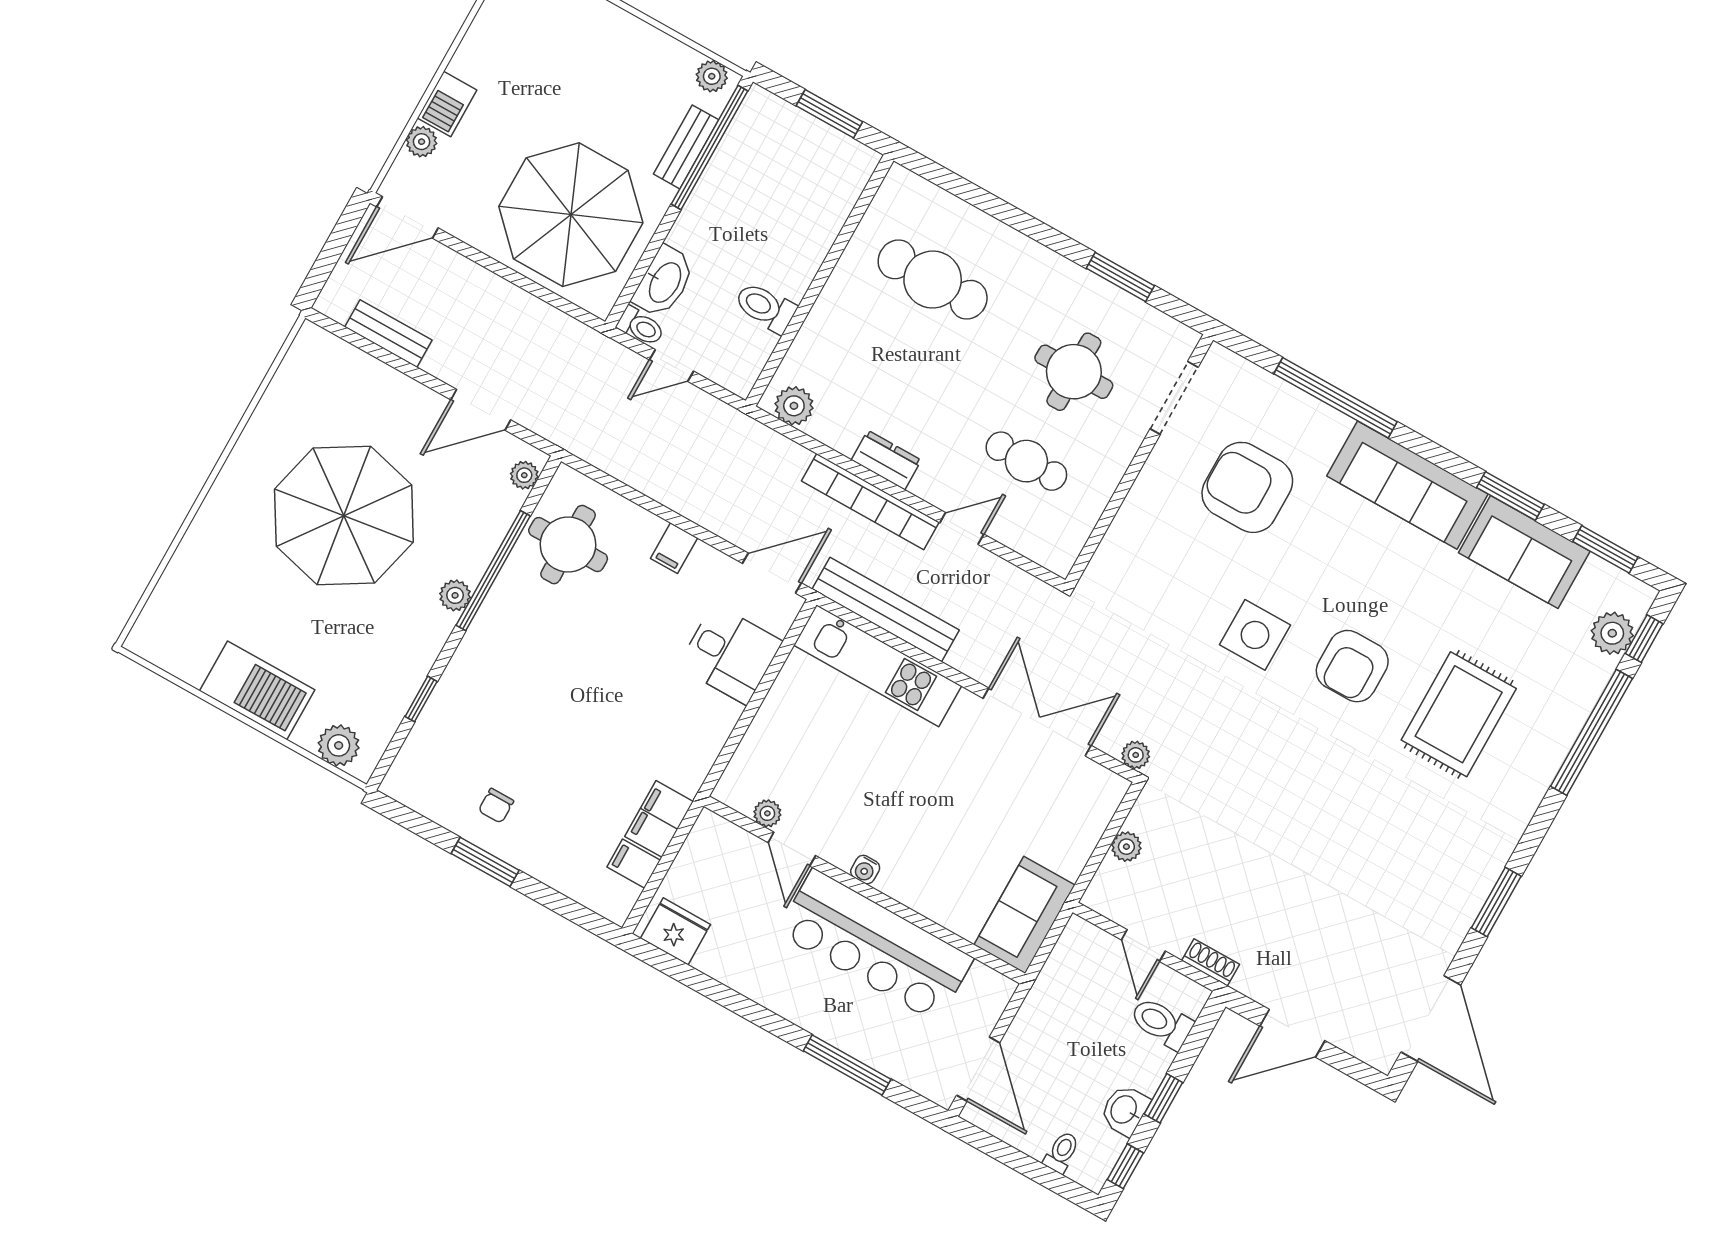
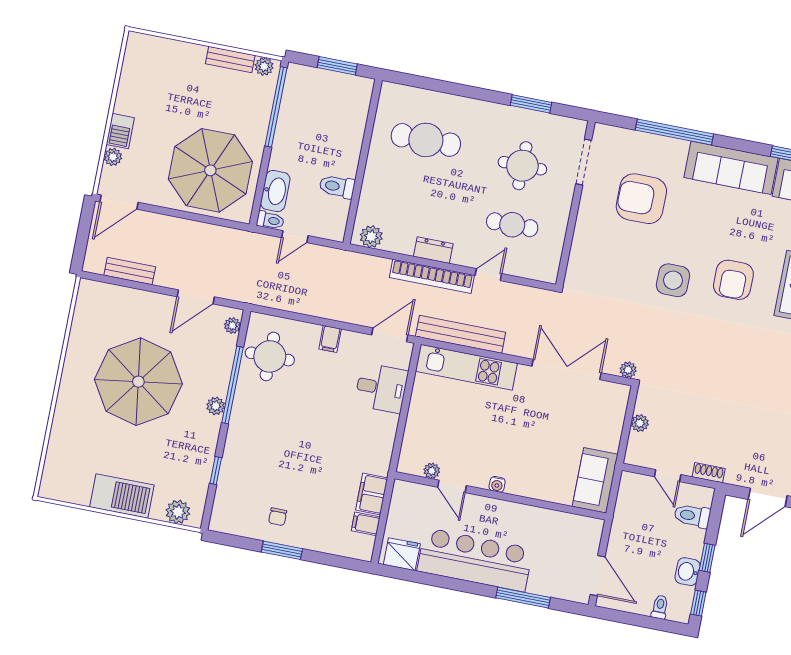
bench: (686, 147) -> (230, 59), moved, turned 90
bar counter: (875, 946) -> (475, 560), moved, turned 180

